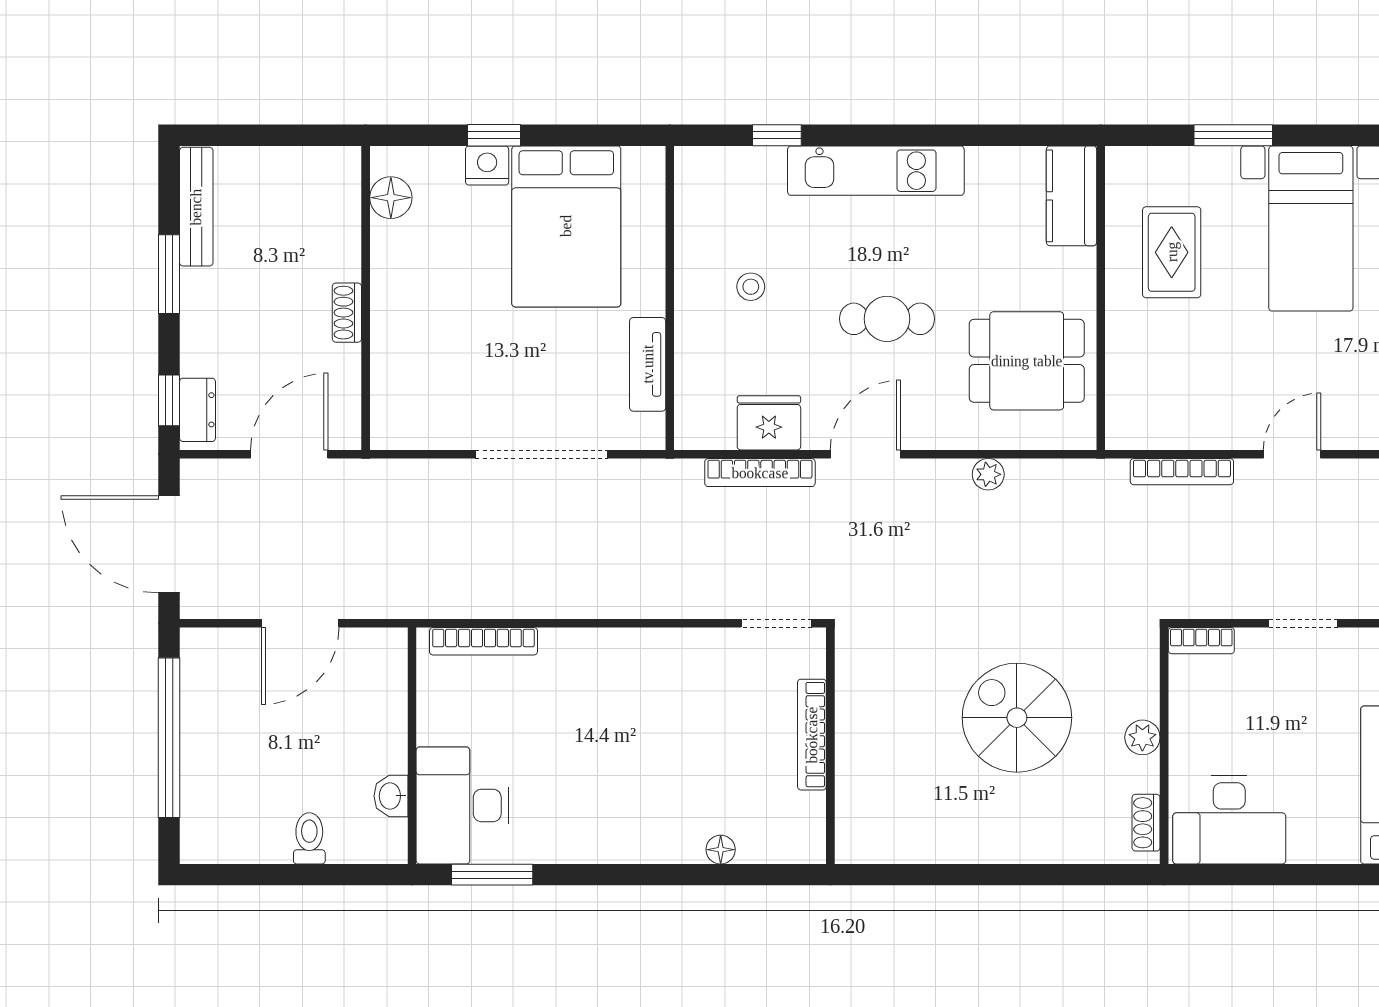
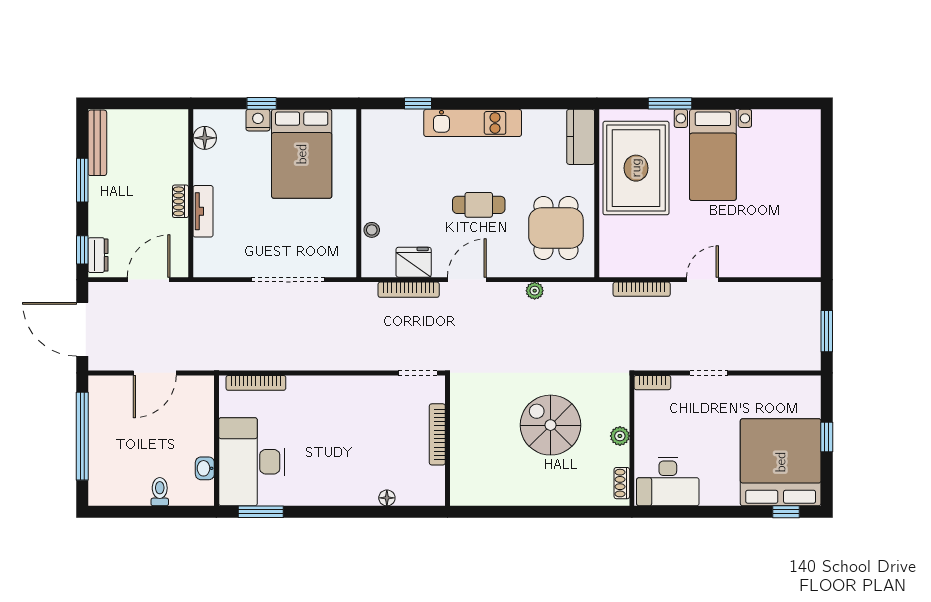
rug: (1172, 252) -> (636, 168), width x1.86, depth x2.06
stool: (751, 287) -> (372, 230), moved
dining table: (1027, 361) -> (556, 228), turned 90
tv unit: (648, 364) -> (203, 211), moved, turned 180
desk: (462, 805) -> (252, 462), width x1.36, depth x1.30

